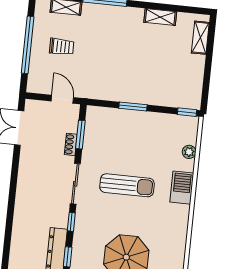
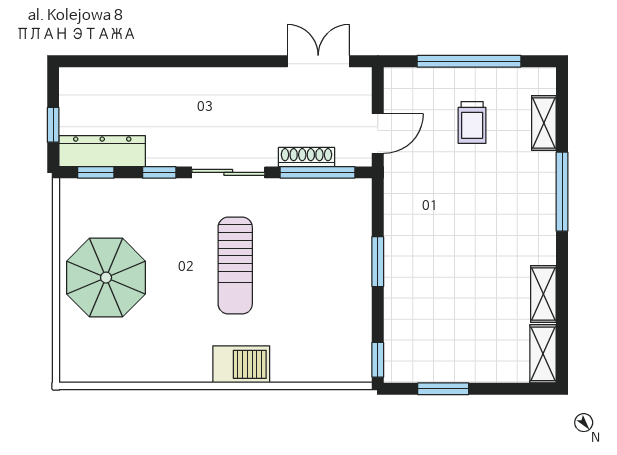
shelving: (200, 38) -> (543, 354), moved, turned 90
window: (207, 78) -> (443, 389), added
window: (80, 135) -> (318, 172), width x1.44
shoe rack: (71, 144) -> (307, 157), width x1.43
plant: (189, 152) -> (307, 371), removed

